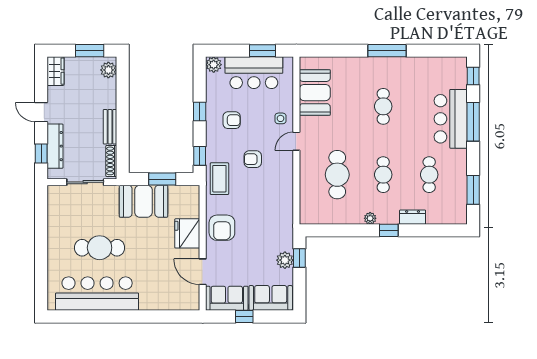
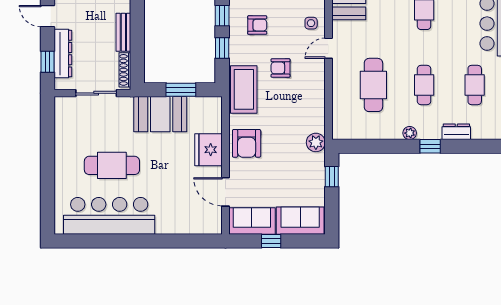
window: (200, 156) -> (222, 48), moved
coffee table: (219, 179) -> (244, 89), width x1.36, depth x1.32
plant: (285, 260) -> (316, 142), moved

